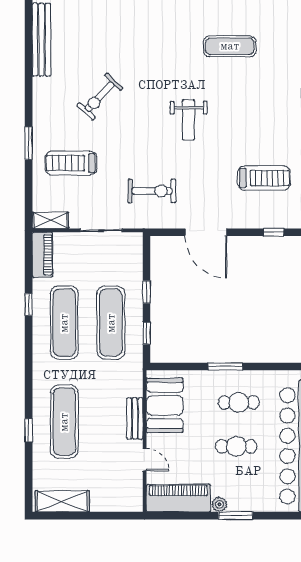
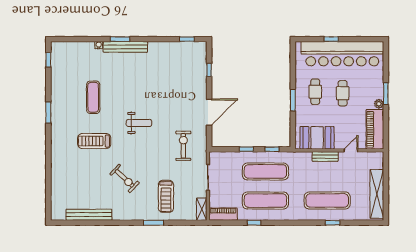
treadmill: (264, 178) -> (94, 141), moved, turned -90
shelving: (62, 501) -> (377, 194), width x1.47

